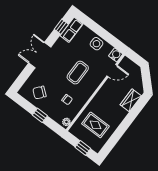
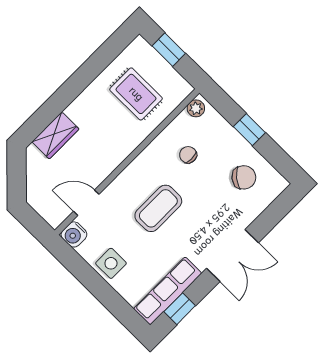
row of seats: (72, 30) -> (168, 291), width x1.48

